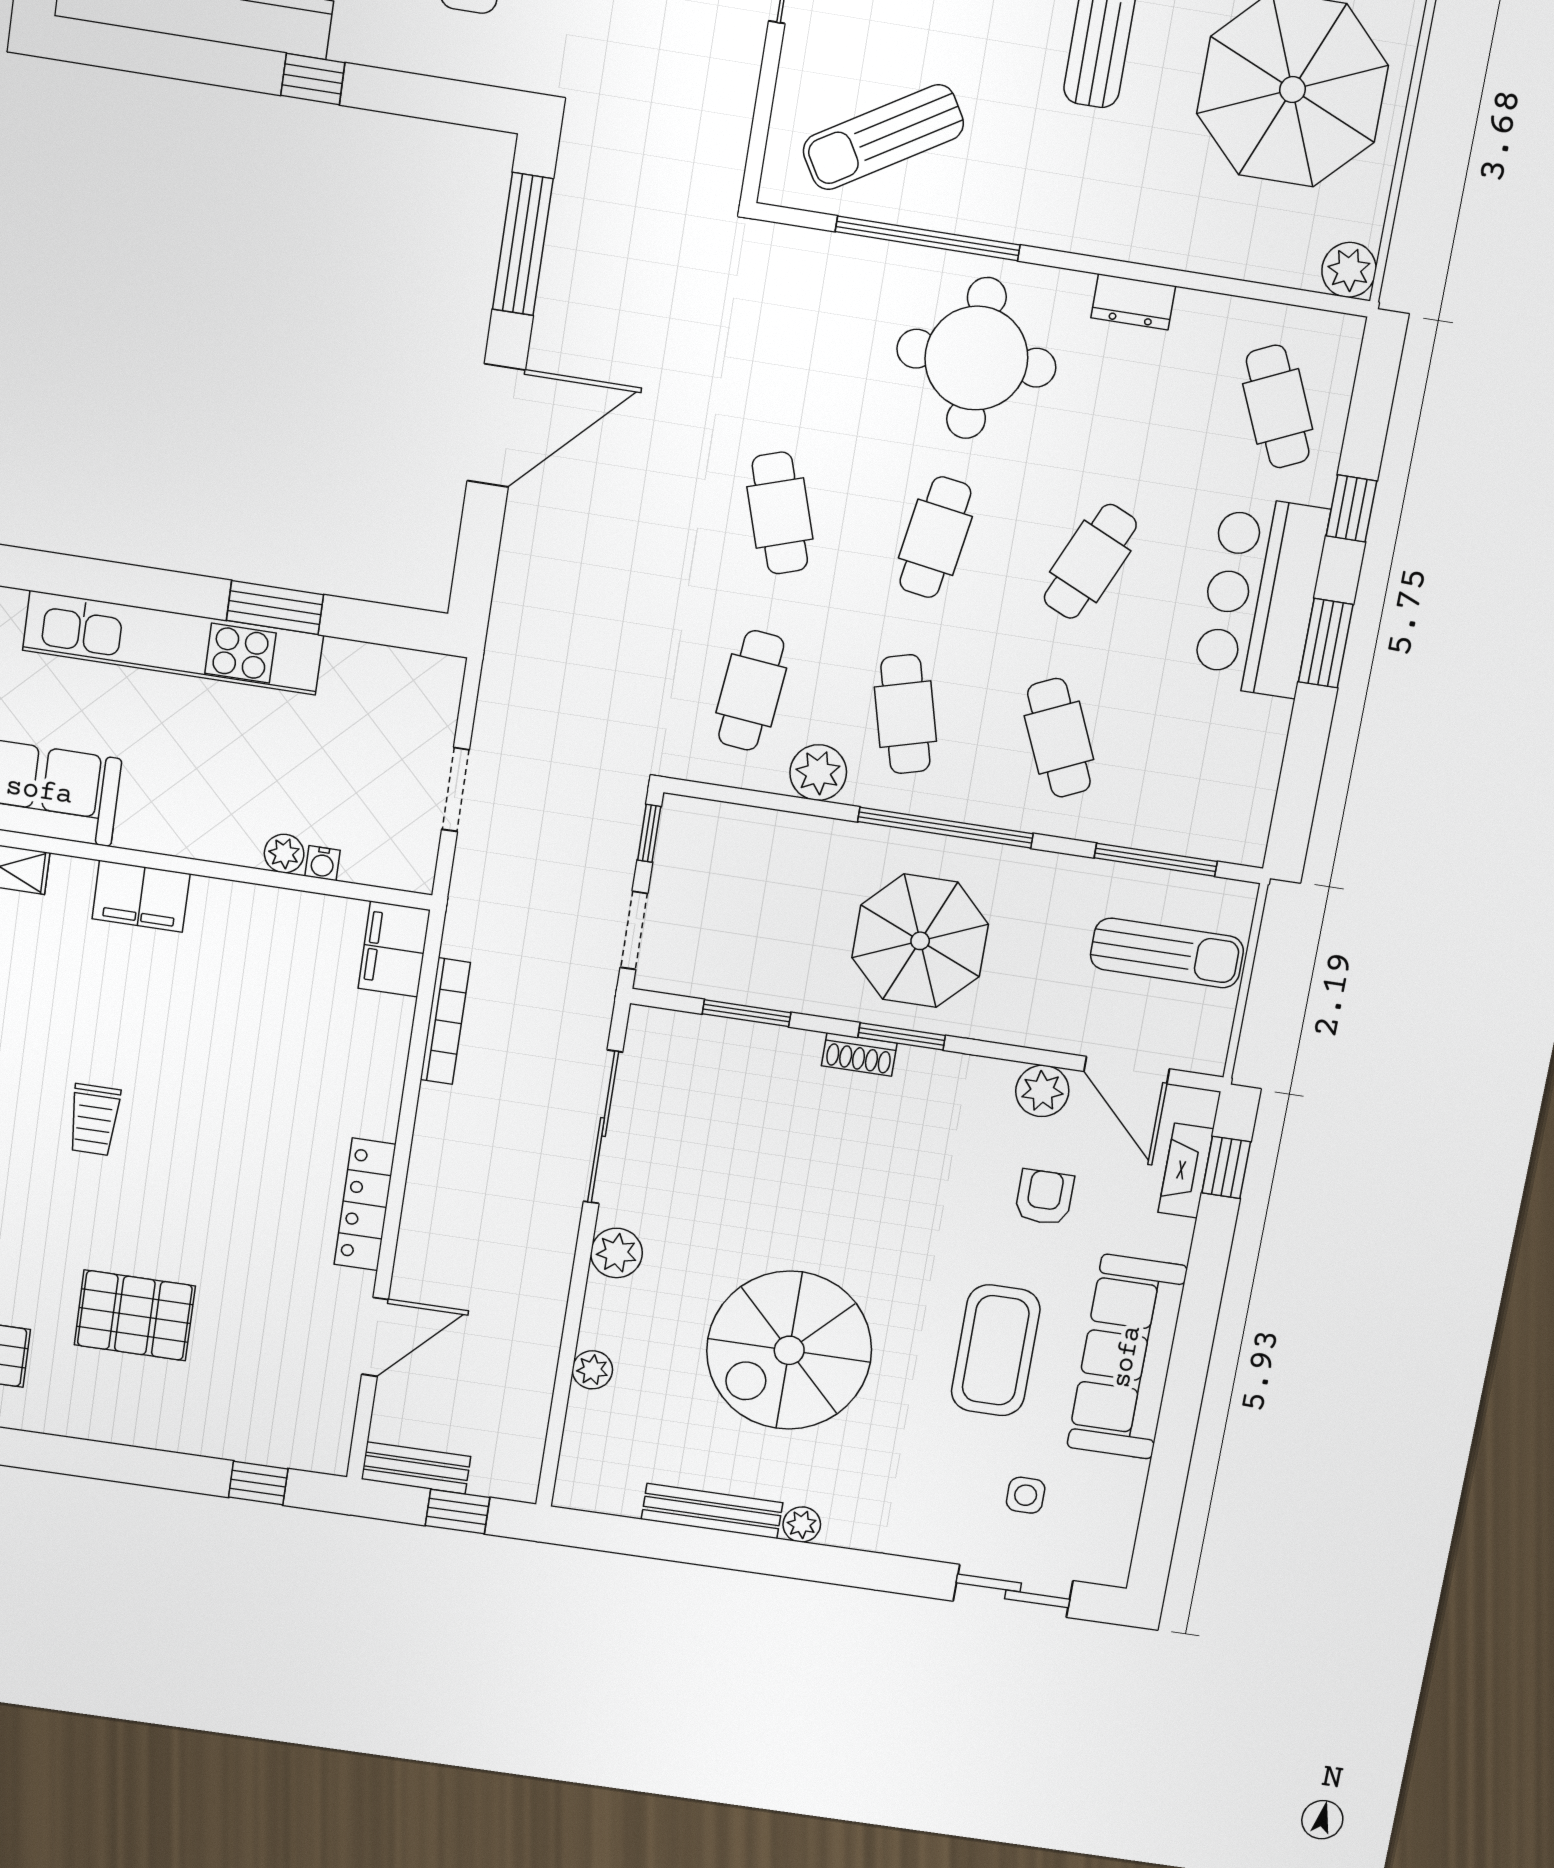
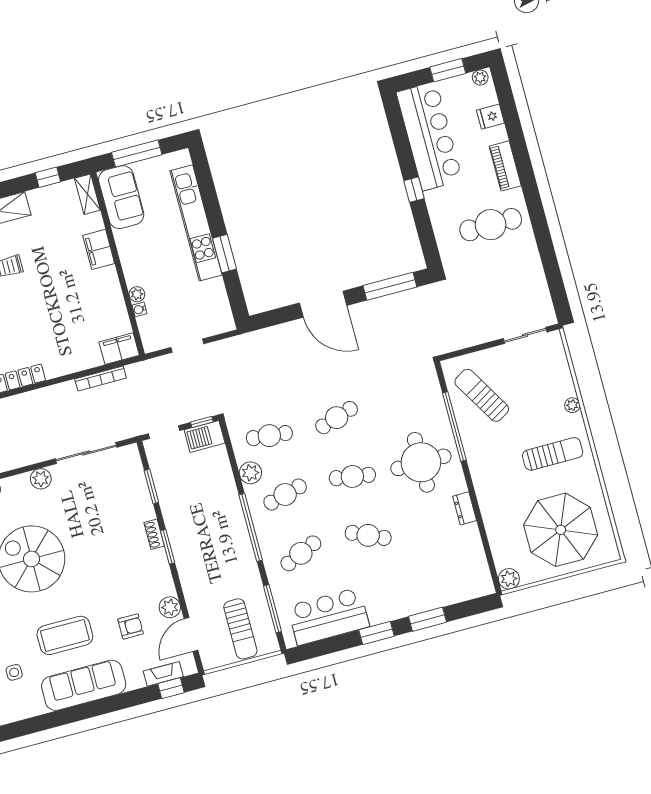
cafe table: (1278, 406) -> (451, 576), removed
window: (1351, 508) -> (428, 619), width x1.50
bar counter: (1261, 596) -> (328, 616), moved
barbecue: (686, 842) -> (205, 436), added
parasol: (920, 941) -> (206, 537), removed

